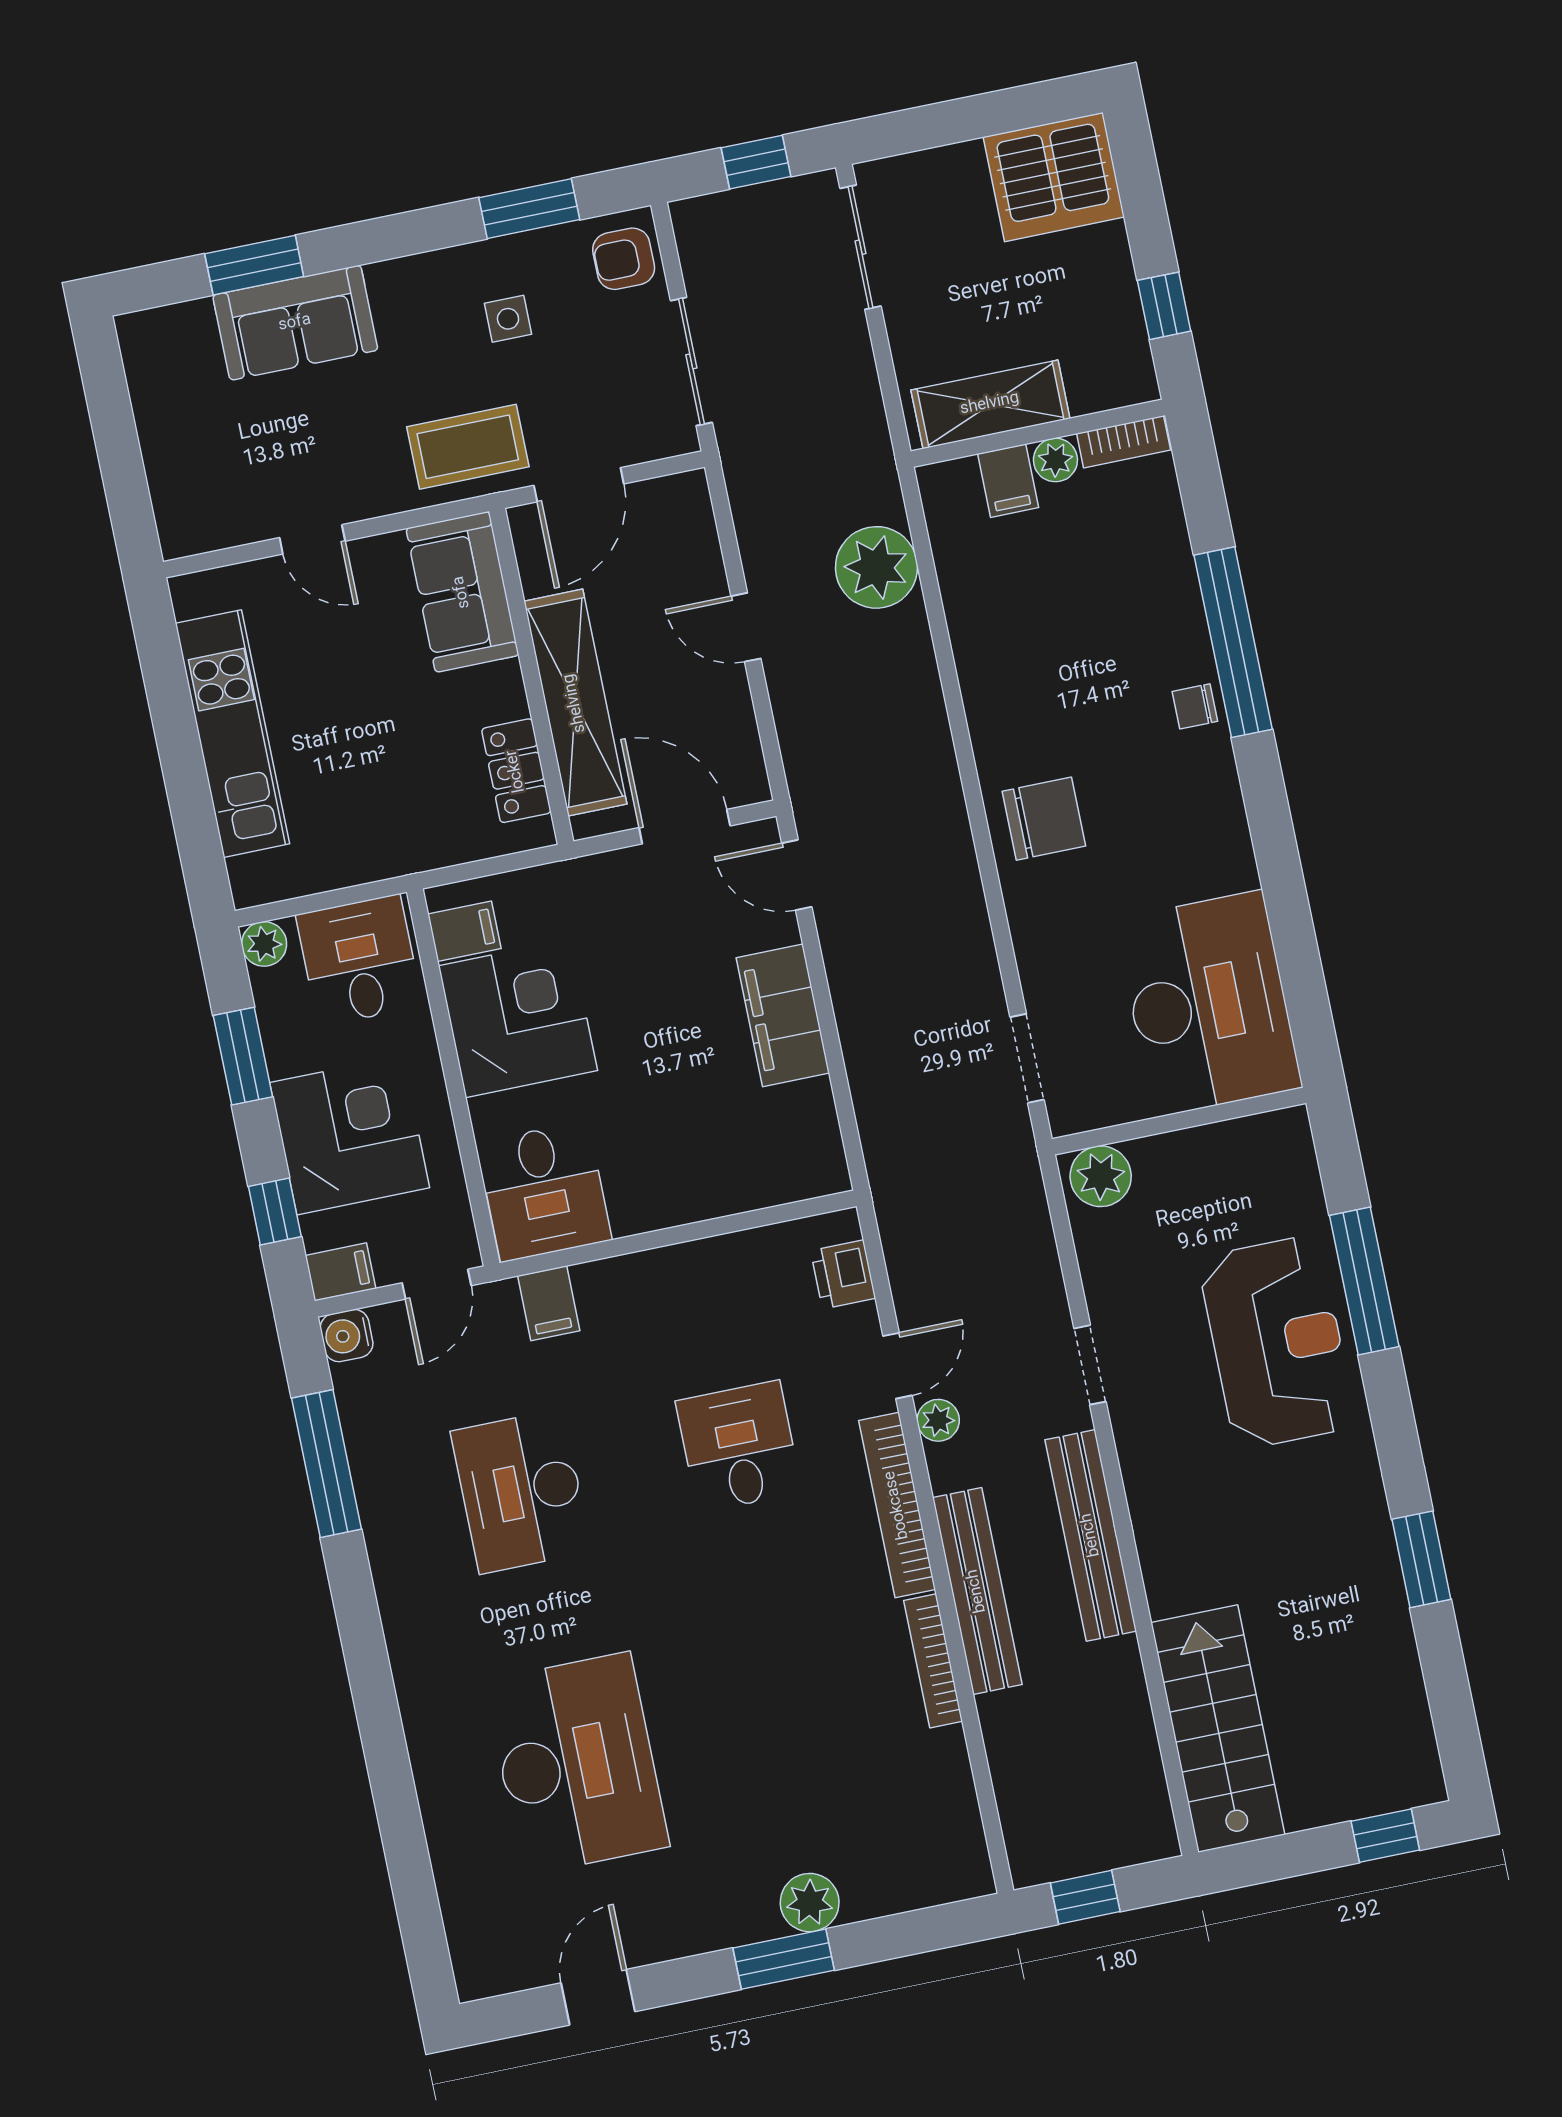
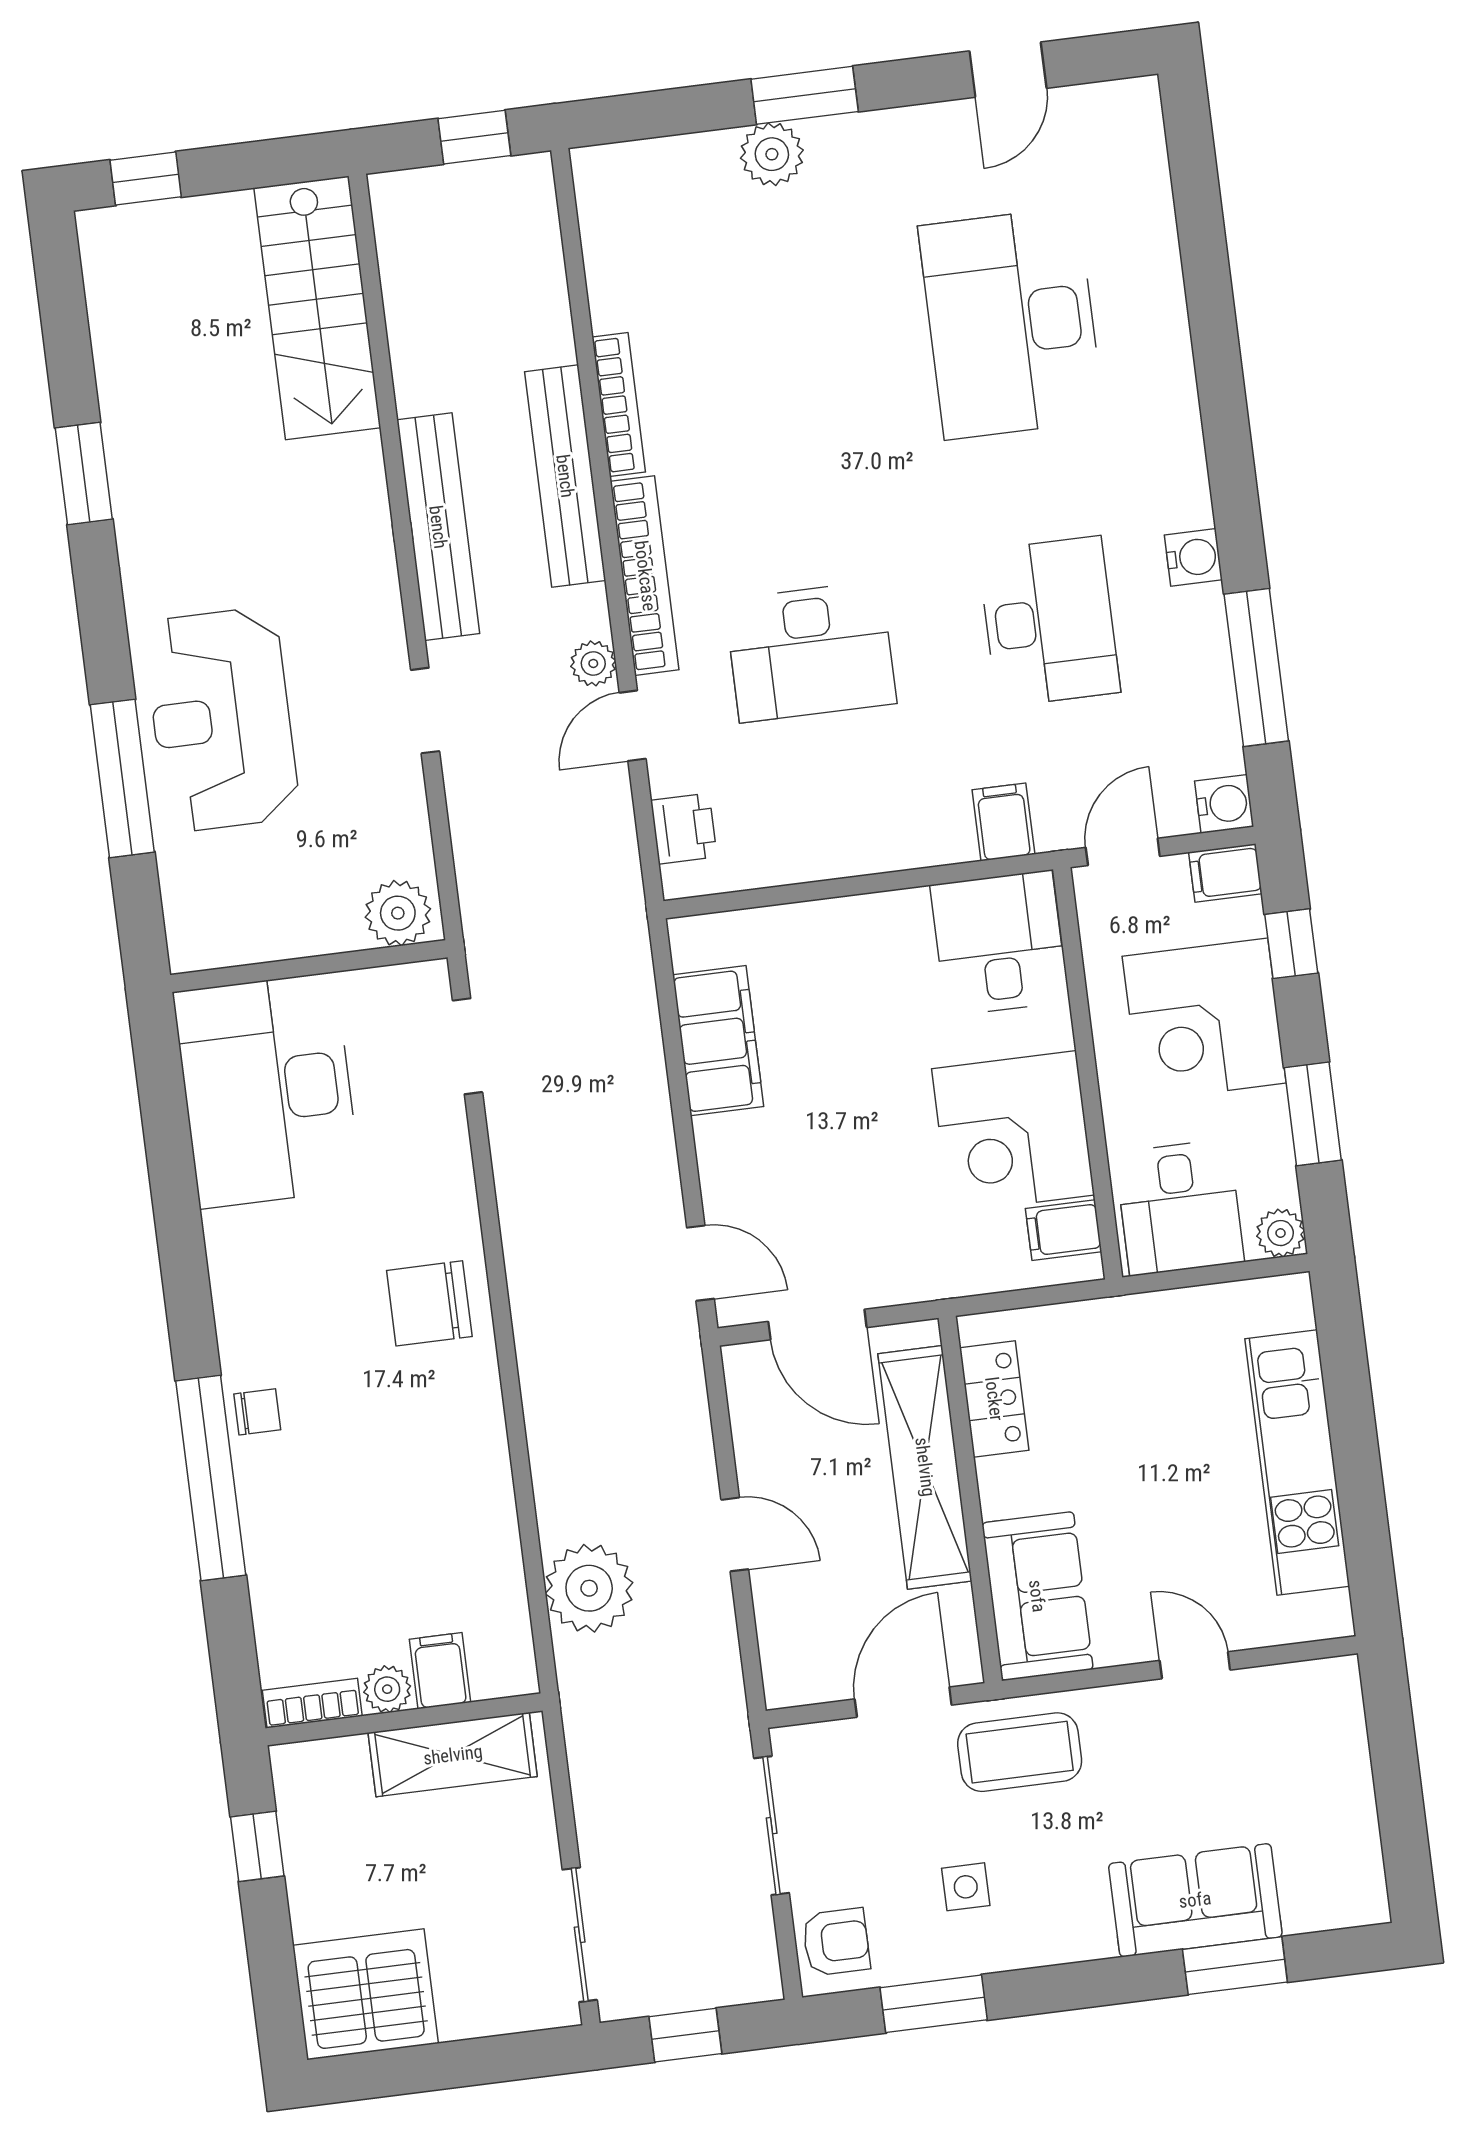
filing cabinet: (783, 1015) -> (718, 1041), moved
desk: (739, 1447) -> (810, 652), width x1.37
water cooler: (392, 1561) -> (1193, 557), added

